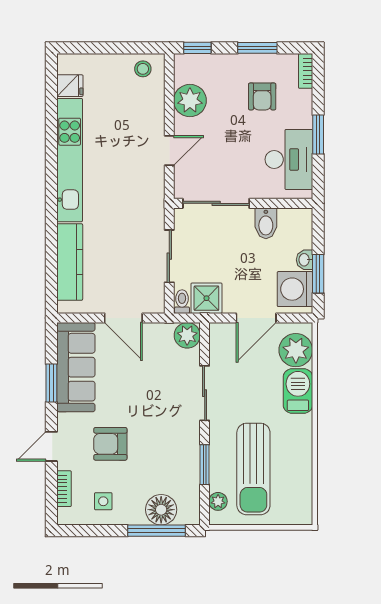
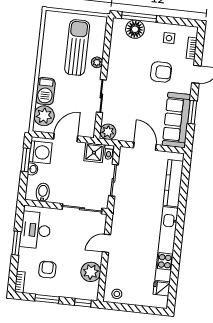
bidet: (266, 223) -> (43, 192), moved
window: (205, 465) -> (106, 53), removed
plant: (218, 501) -> (97, 62), moved

